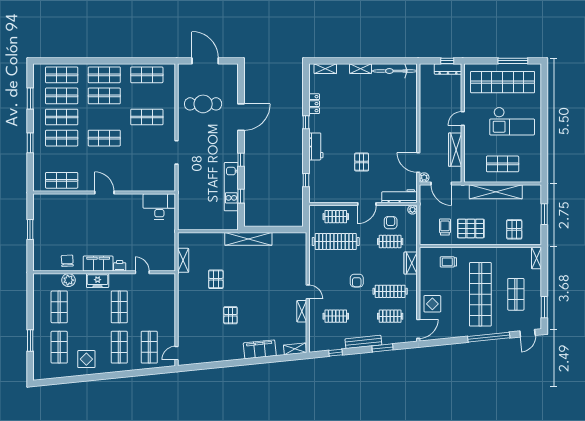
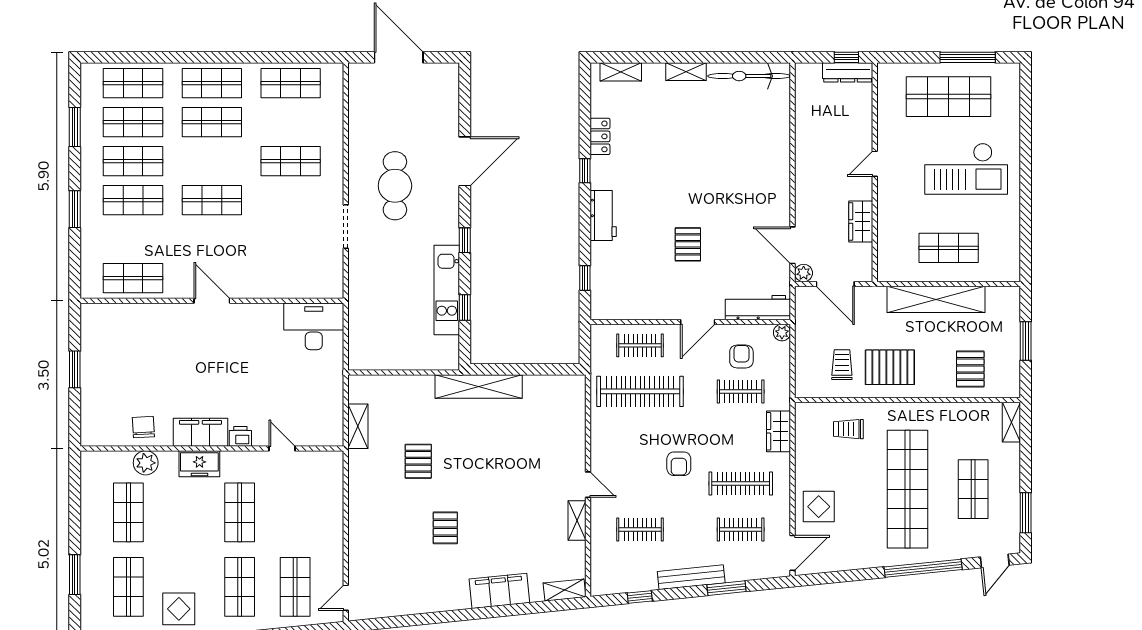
shop shelf: (503, 82) -> (949, 97), width x0.71
cafe table: (203, 104) -> (395, 186), moved, turned 90
wardrobe: (455, 150) -> (861, 222), width x0.67

